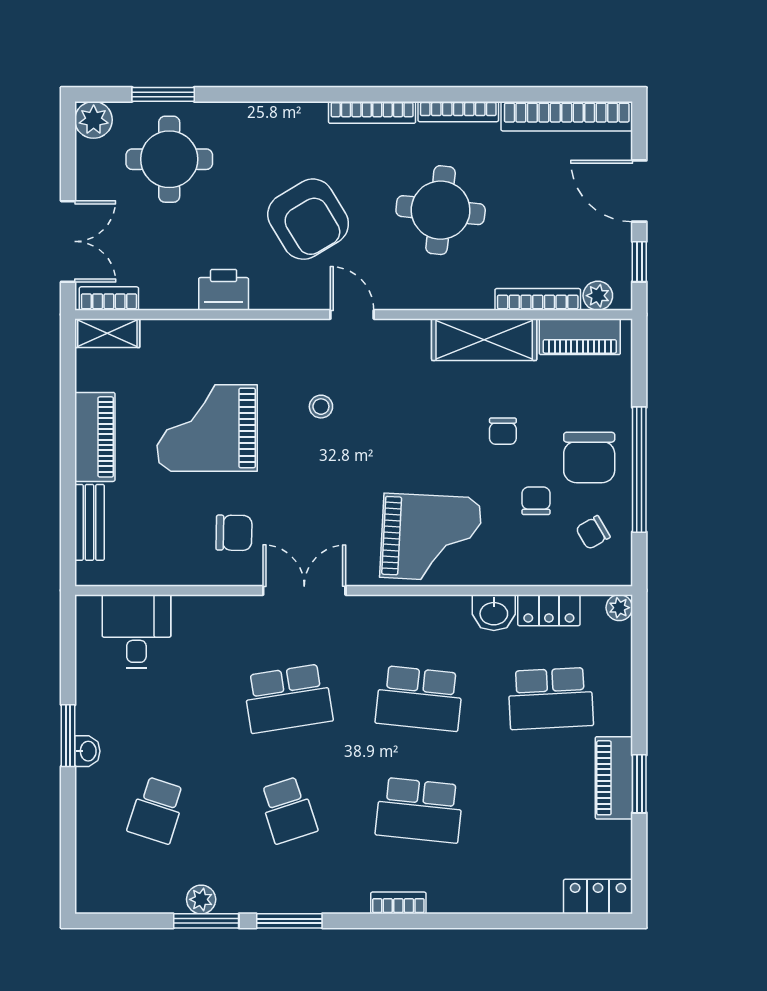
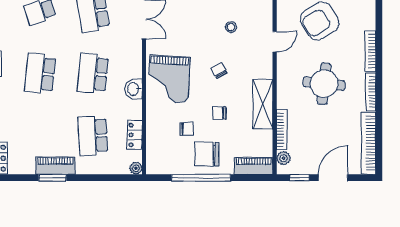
piano: (580, 337) -> (254, 166), moved, turned 90
chair: (593, 532) -> (219, 70), moved
washbasin: (494, 613) -> (134, 89), moved

